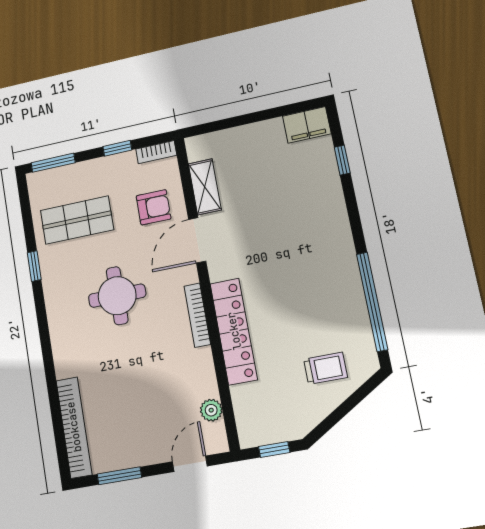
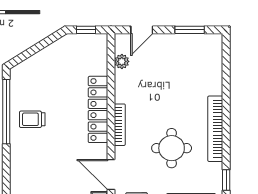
door: (197, 240) -> (111, 175), swing flipped
trolley: (325, 368) -> (32, 119), moved
bookcase: (74, 427) -> (215, 129), moved

